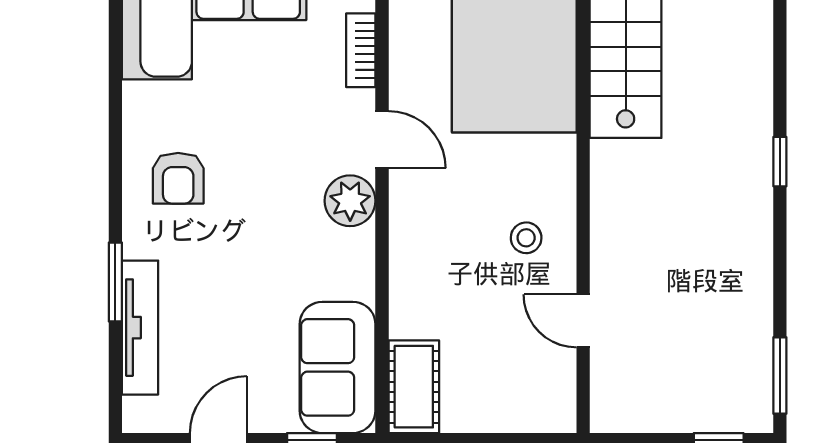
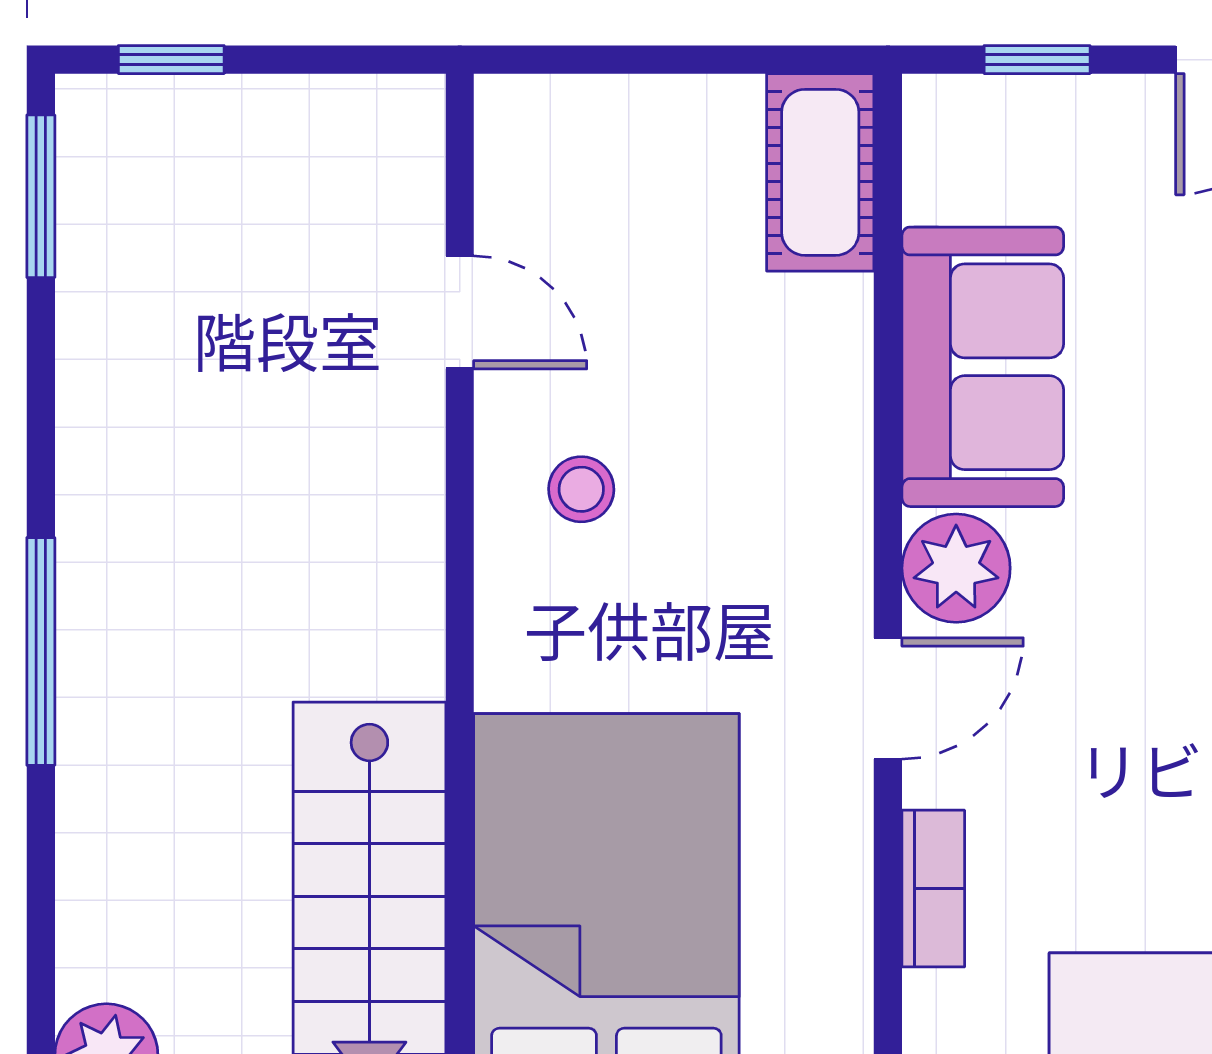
door: (382, 140) -> (888, 698), swing flipped
window: (780, 162) -> (41, 651), width x2.17
sofa: (338, 367) -> (983, 367), moved

